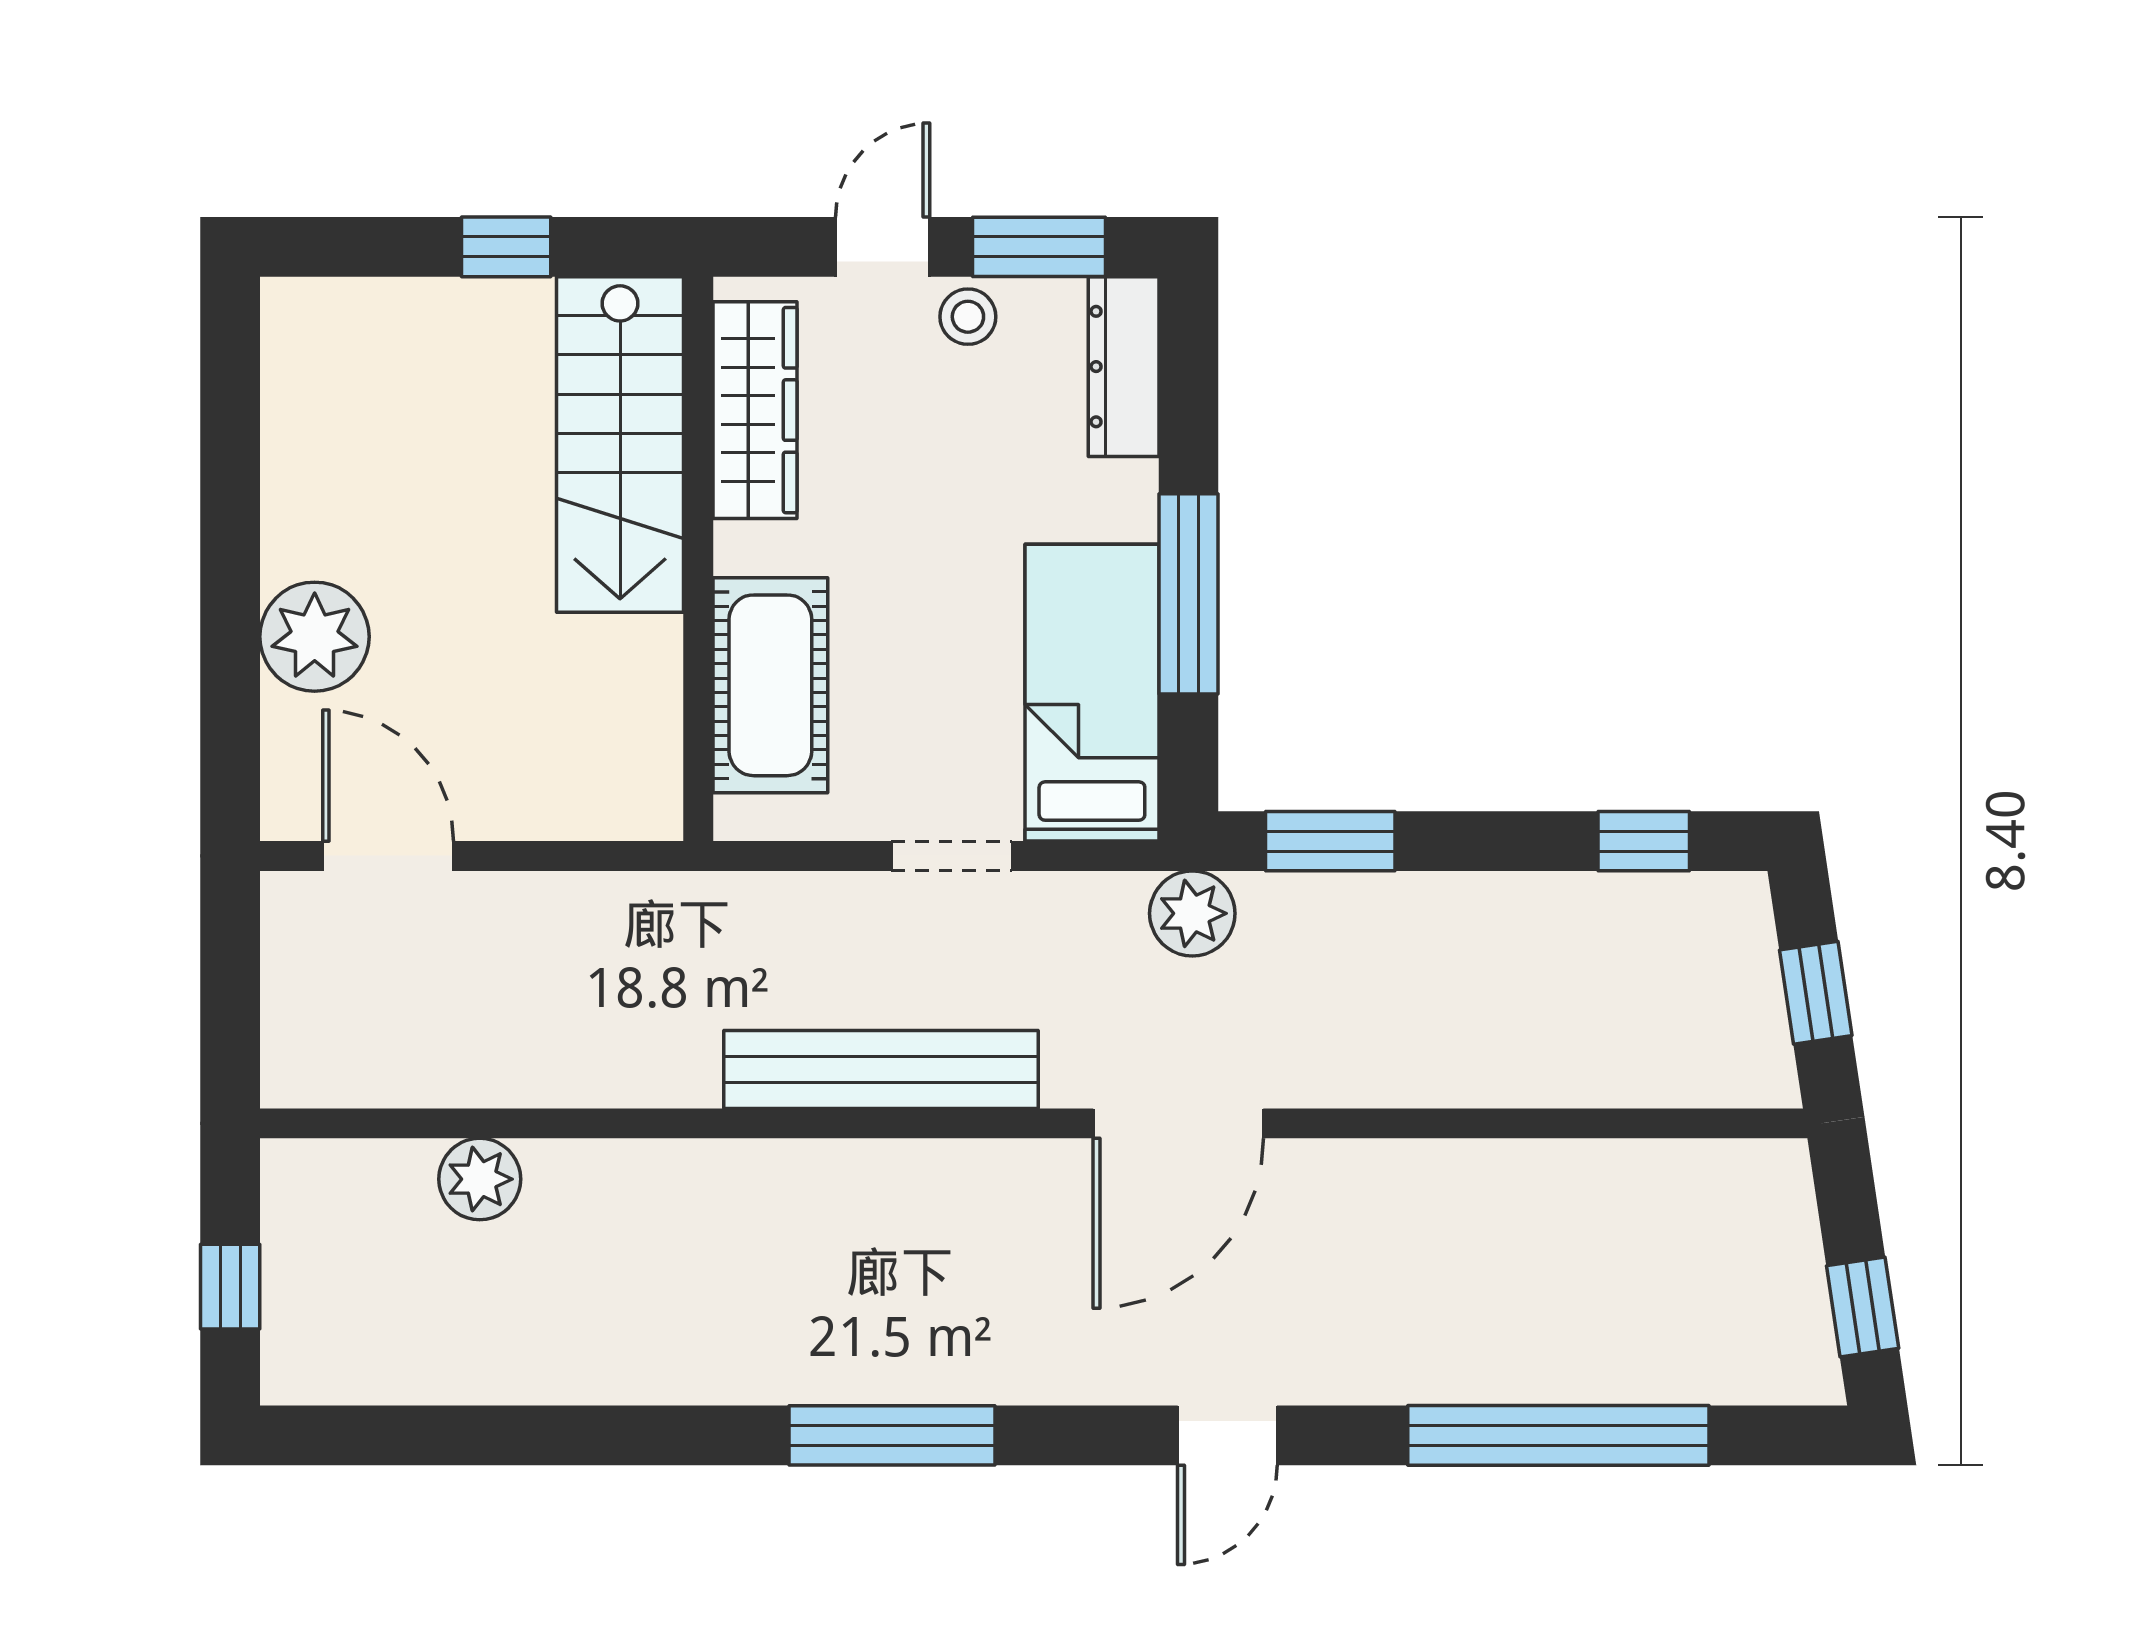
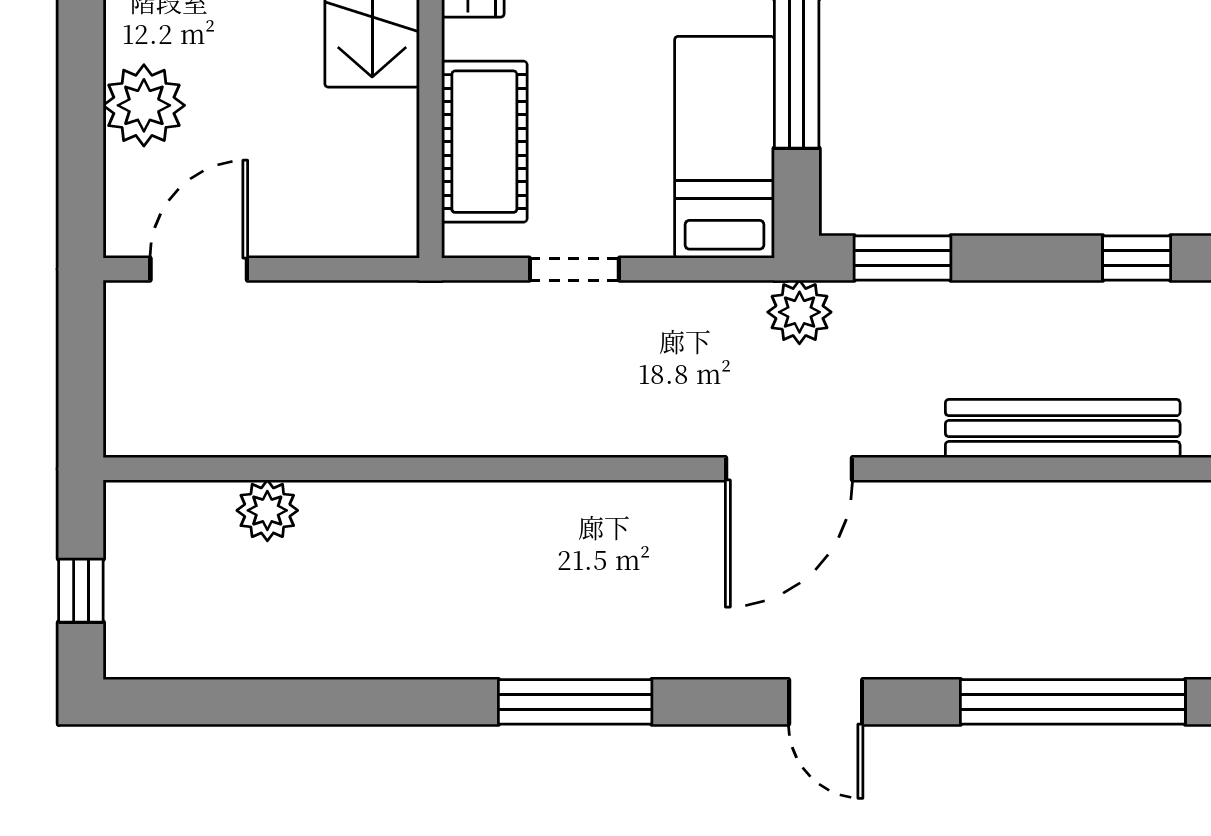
door: (388, 856) -> (199, 269), hinge flipped
doorway: (952, 856) -> (574, 269), moved
bench: (881, 1069) -> (1063, 429), moved
door: (1227, 1435) -> (826, 702), hinge flipped

